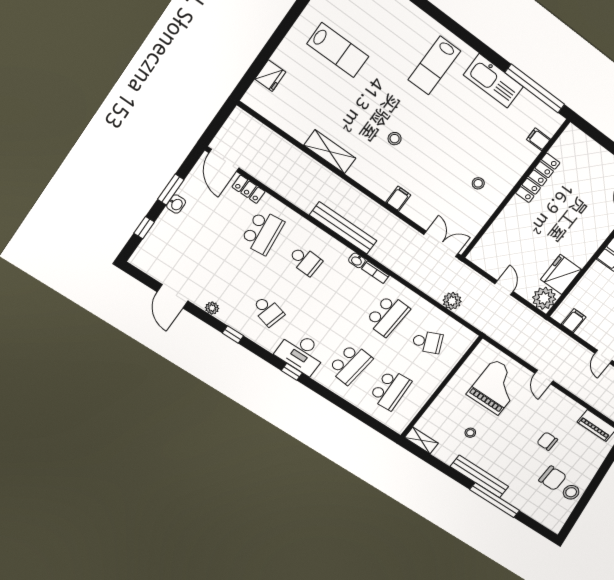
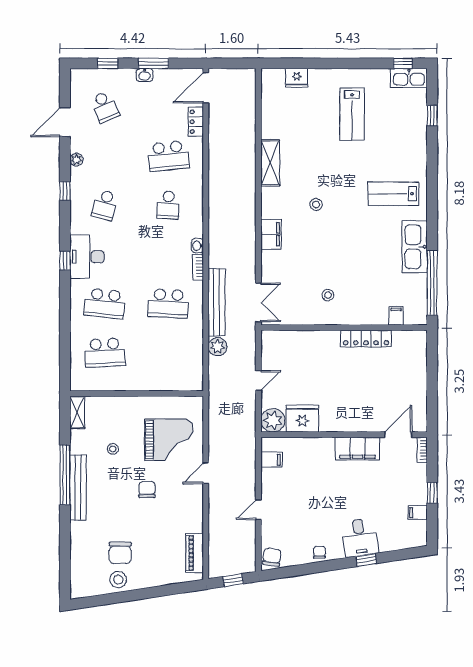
filing cabinet: (398, 199) -> (271, 234), width x2.00
bench: (343, 228) -> (217, 302), moved
school desk: (427, 342) -> (105, 107), moved
chair: (547, 441) -> (147, 490), moved
window: (495, 500) -> (65, 475), moved

